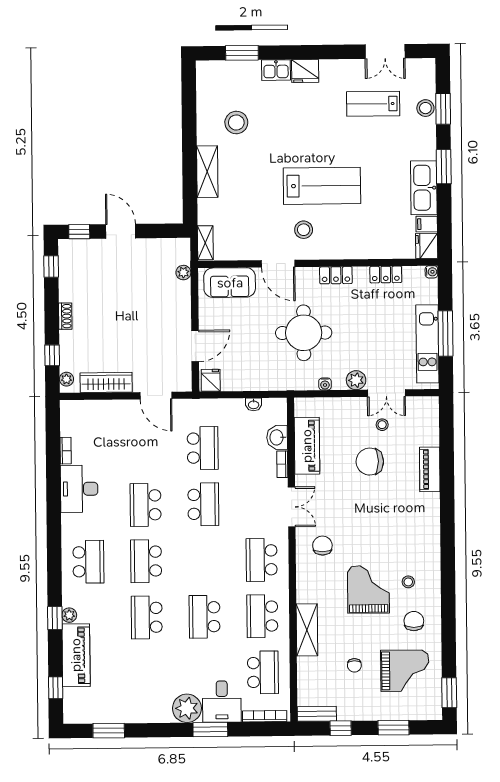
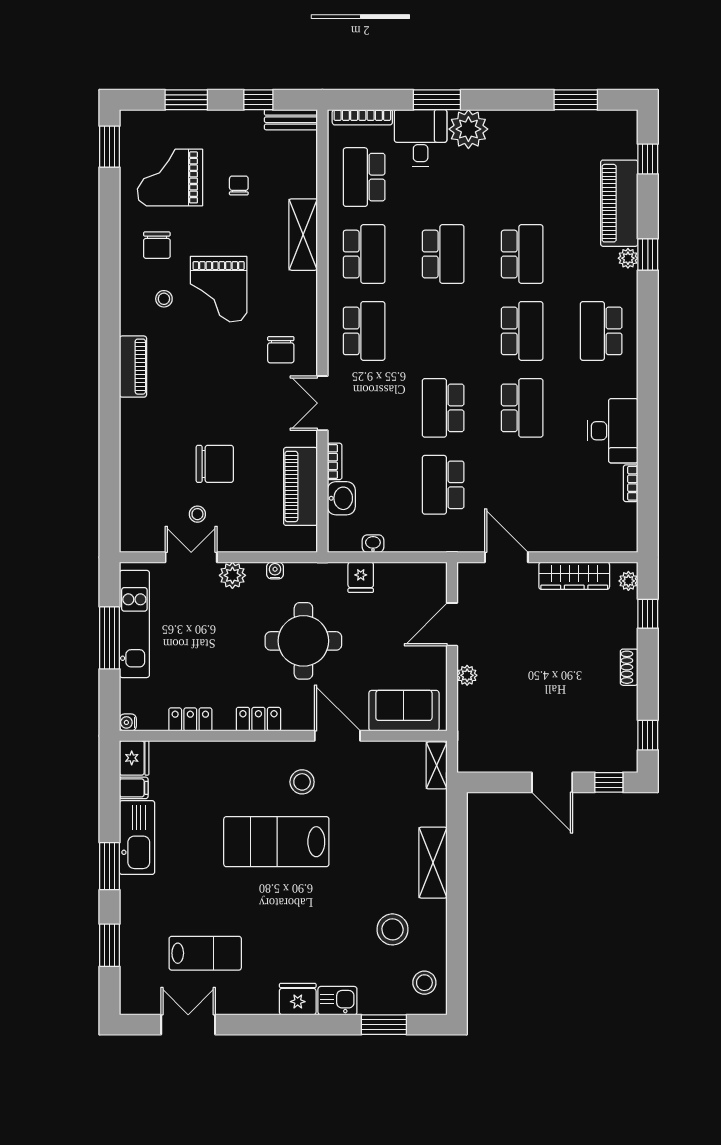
stool: (425, 108) -> (424, 983), moved
plant: (183, 273) -> (467, 675), moved
fridge: (211, 380) -> (361, 577), moved
piano: (430, 469) -> (133, 367), moved

